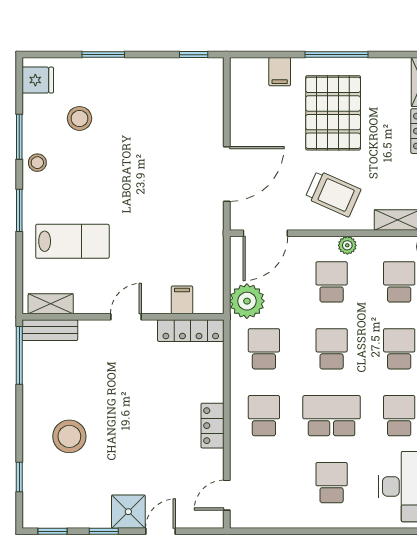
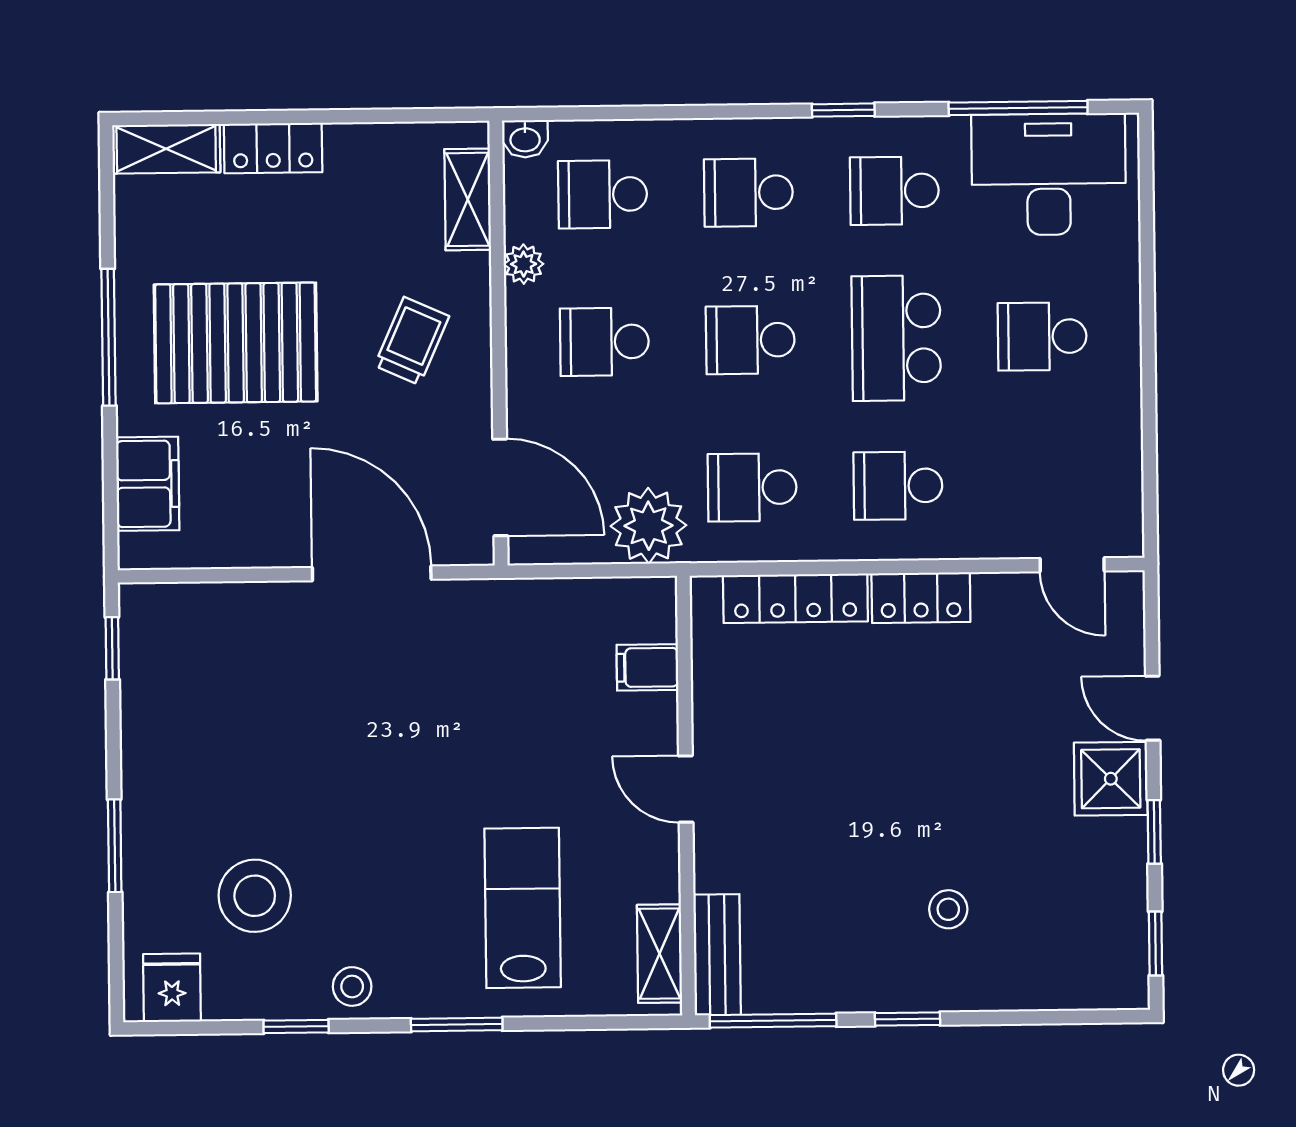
filing cabinet: (280, 72) -> (148, 484), width x2.00
stool: (79, 118) -> (255, 896), width x1.38, depth x1.38
window: (19, 137) -> (296, 1026), width x0.67
trolley: (333, 194) -> (412, 341), width x0.73, depth x0.72
plant: (347, 245) -> (524, 264), moved
locker: (191, 331) -> (795, 598), moved, turned 90
stool: (69, 436) -> (948, 909), width x0.53, depth x0.53
window: (19, 477) -> (908, 1019), moved

